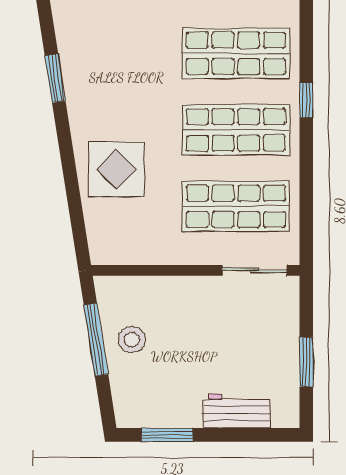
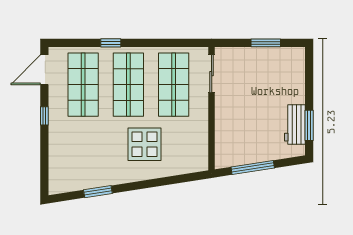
display table: (116, 169) -> (144, 144), moved
stool: (132, 340) -> (253, 146), removed
workbench: (237, 411) -> (295, 124), moved

